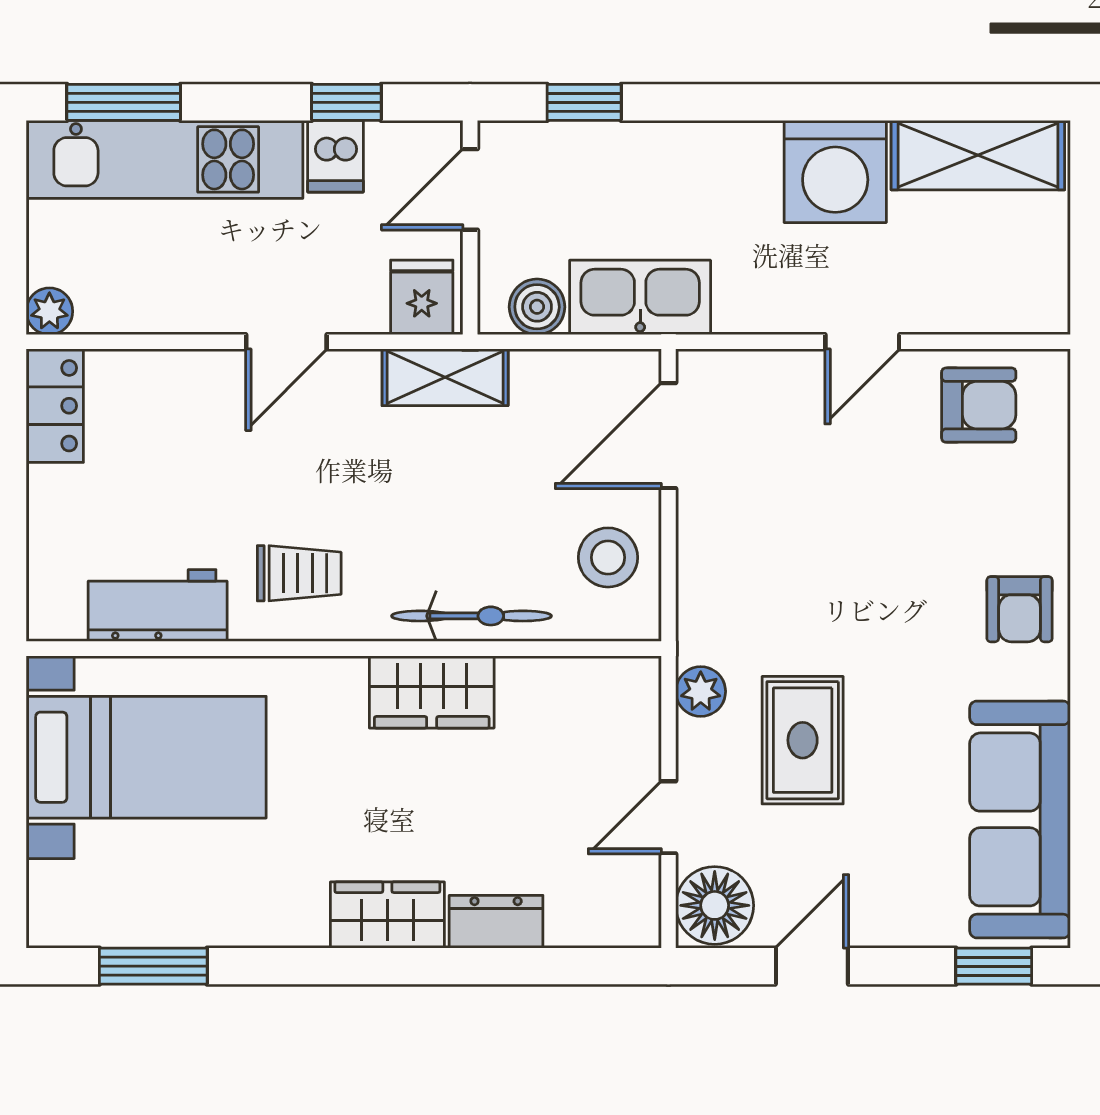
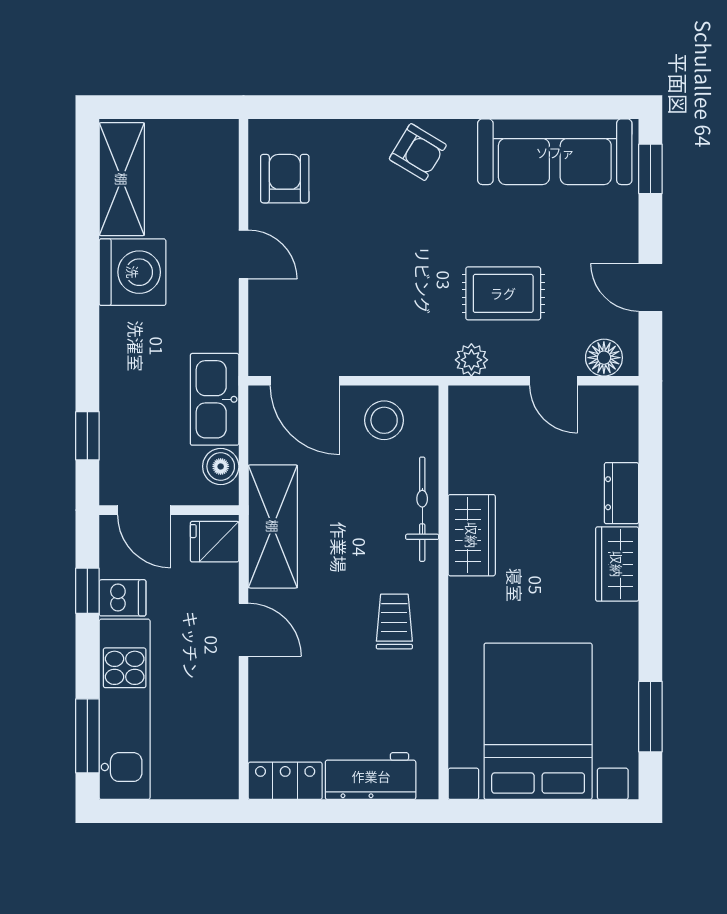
plant: (49, 311) -> (224, 784), removed
shelving: (445, 377) -> (273, 526), width x1.50, depth x1.33
workbench: (158, 605) -> (371, 776), moved, turned 90
armchair: (1020, 609) -> (418, 152), turned 31
bed with nightstands: (146, 757) -> (538, 721), width x1.36
floor lamp: (715, 905) -> (604, 358), width x0.73, depth x0.73

